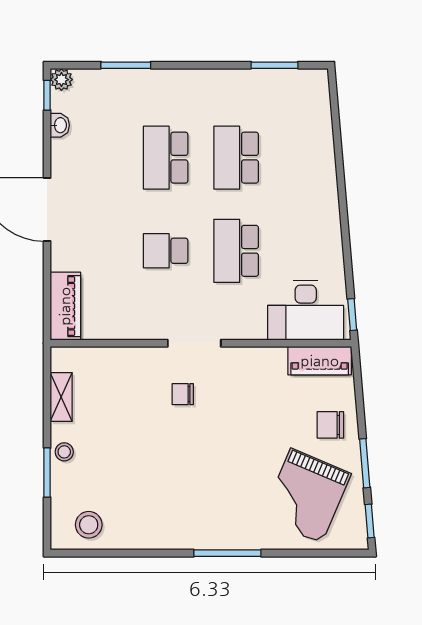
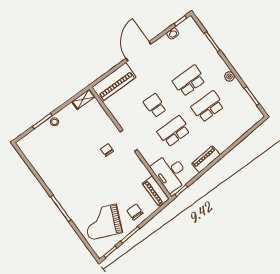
plant: (61, 80) -> (229, 76), moved
piano: (328, 229) -> (206, 159), added
piano: (65, 306) -> (114, 82), width x1.37, depth x1.33
shelving: (61, 397) -> (83, 99), moved
stool: (89, 525) -> (34, 150), removed

